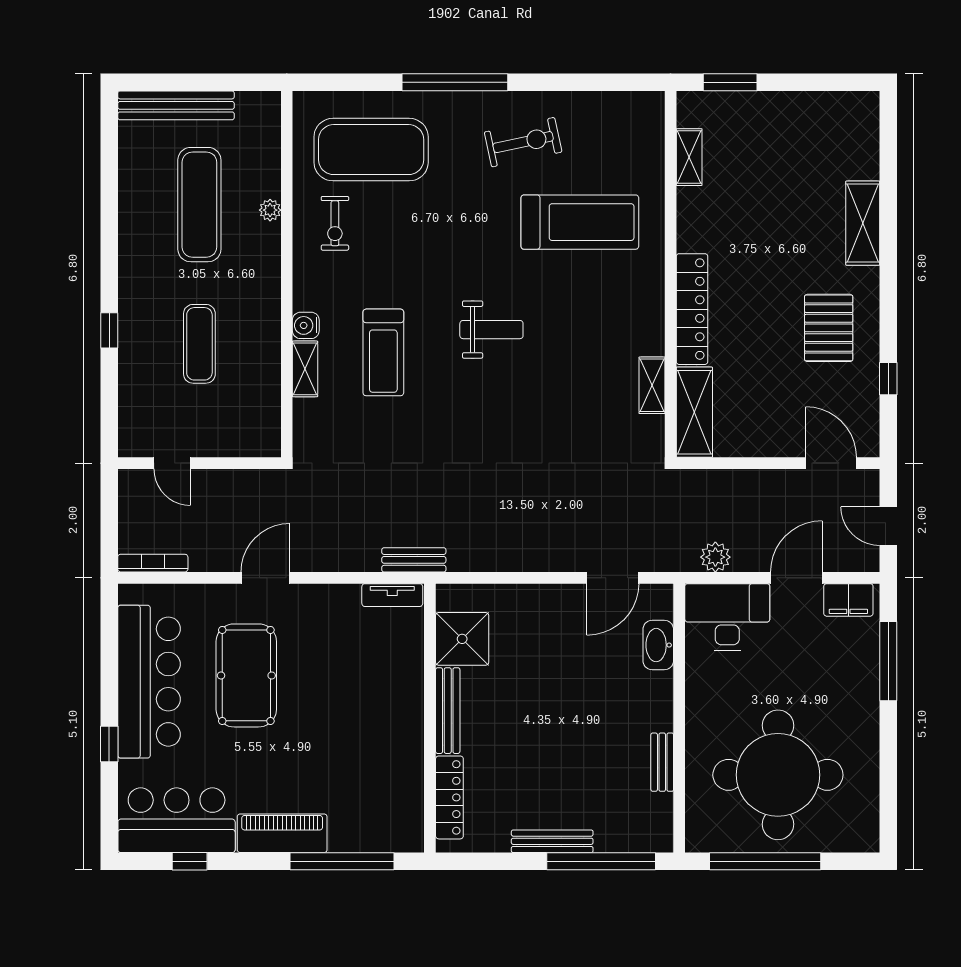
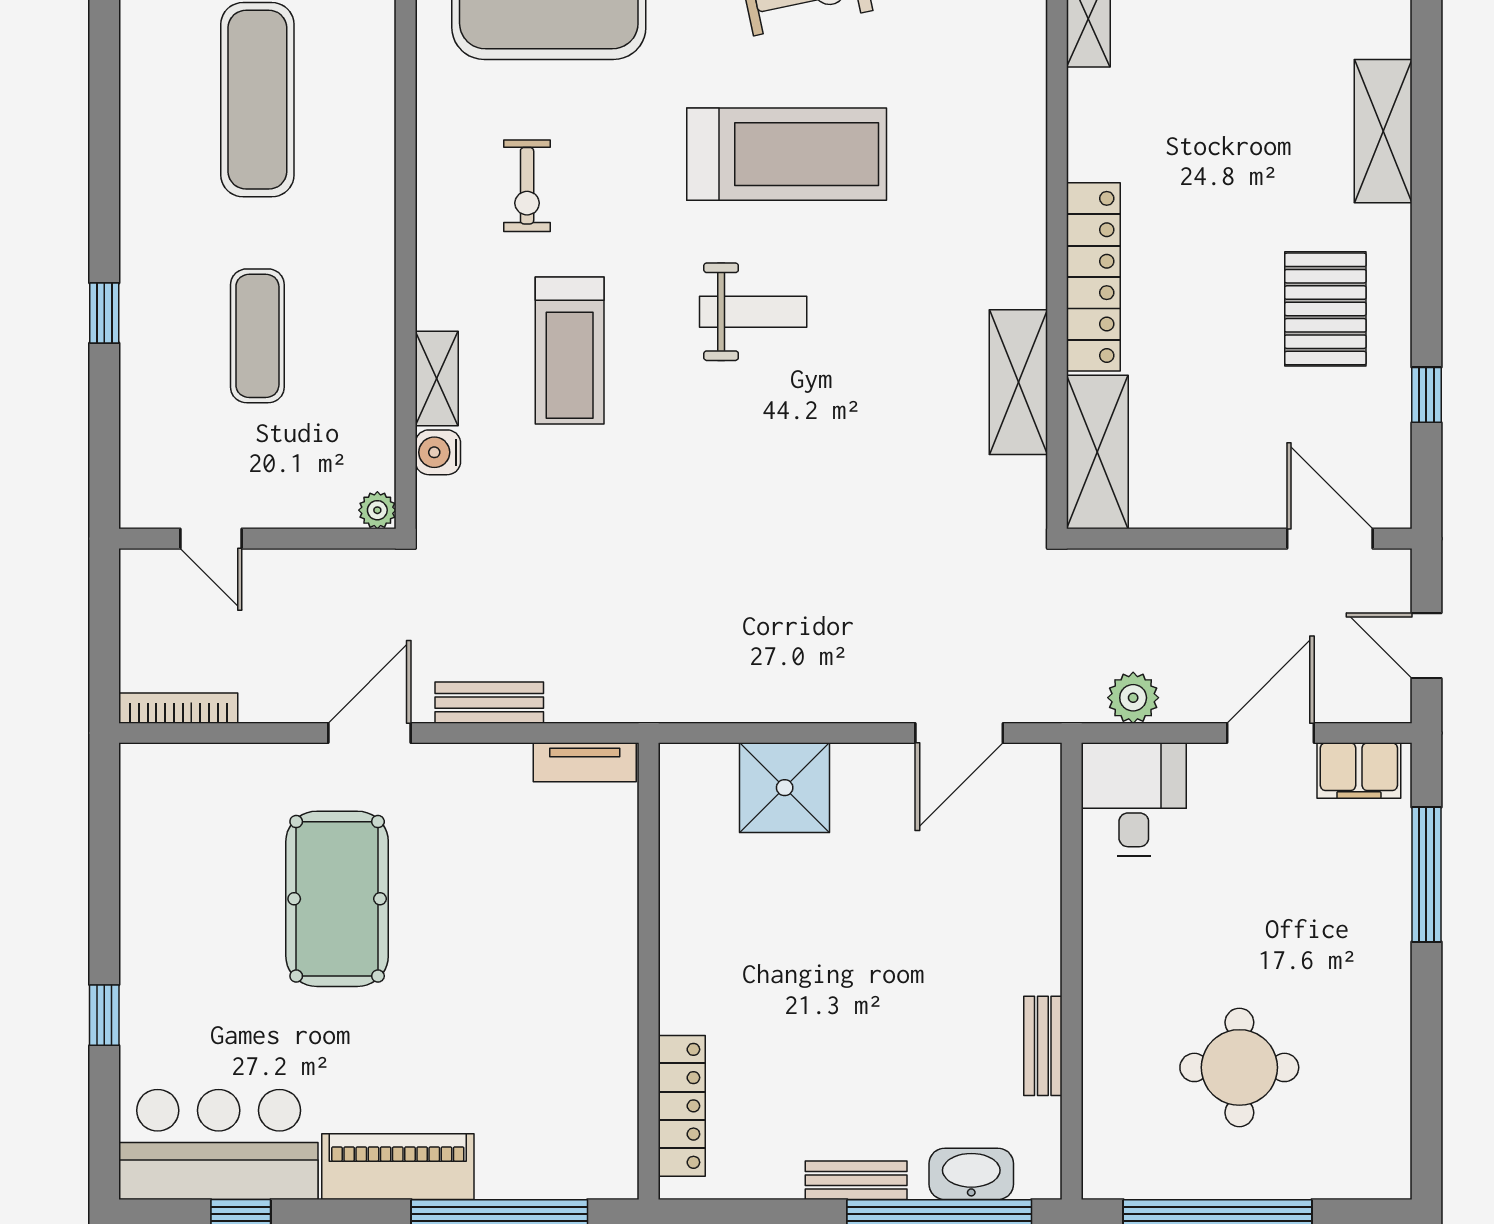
plant: (270, 210) -> (377, 510), moved
treadmill: (580, 222) -> (787, 154), moved
exercise bike: (335, 223) -> (527, 186), moved
water cooler: (306, 325) -> (438, 452), moved
shelving: (652, 385) -> (1018, 382), width x1.50, depth x1.33
bench: (414, 560) -> (489, 703), moved
desk: (727, 617) -> (1134, 799), width x0.73
shower: (462, 639) -> (785, 788), moved
washbasin: (658, 645) -> (971, 1174), moved, turned 90
bar counter: (149, 682) -> (172, 909), removed
bench: (448, 711) -> (679, 958), removed
round table: (778, 775) -> (1239, 1067), width x0.54, depth x0.54
bench: (552, 841) -> (856, 1180), width x0.73

